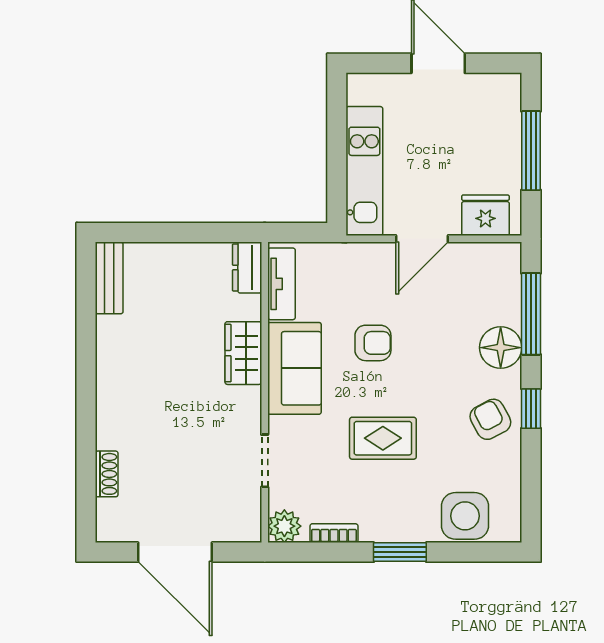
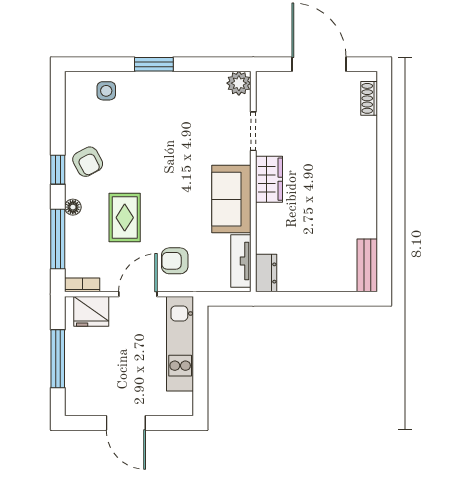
armchair: (373, 343) -> (175, 261), moved
floor lamp: (501, 348) -> (73, 207), width x0.53, depth x0.53
wardrobe: (243, 353) -> (269, 179), moved
rug: (383, 438) -> (125, 218), moved, turned 90
shoe rack: (107, 474) -> (369, 98), moved
side table: (465, 516) -> (106, 91), width x0.54, depth x0.54
bookcase: (334, 533) -> (82, 285), moved, turned 180

